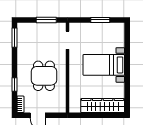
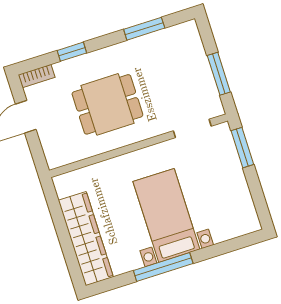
window: (100, 20) -> (242, 148), moved
window: (14, 38) -> (144, 29), moved
window: (127, 74) -> (163, 267), added

